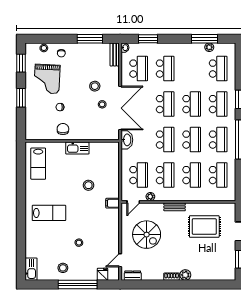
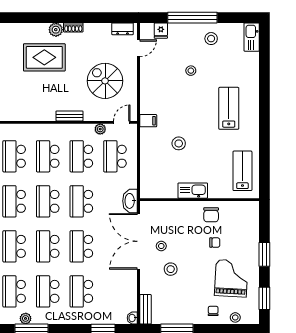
school desk: (139, 69) -> (48, 291), moved
lab bench: (49, 213) -> (229, 108), turned 90
rug: (204, 226) -> (44, 57), moved

